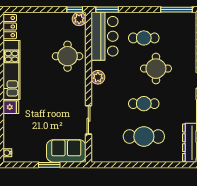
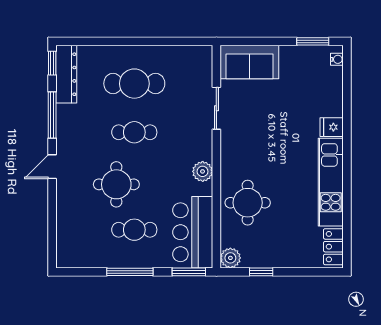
window: (75, 10) -> (261, 272), moved
window: (176, 10) -> (130, 272), moved
window: (49, 165) -> (313, 41), moved

